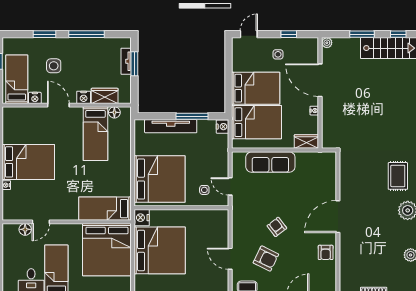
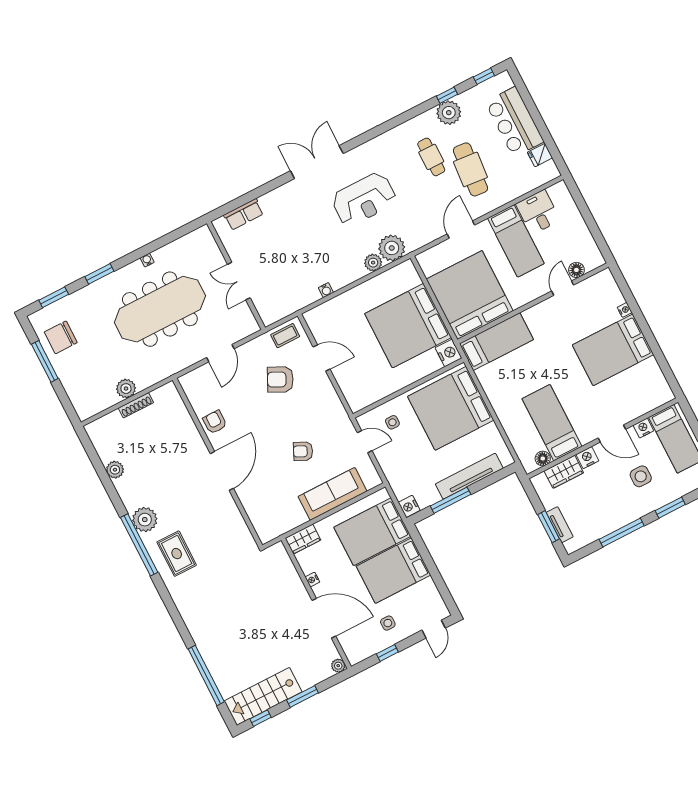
armchair: (277, 227) -> (303, 451), moved, turned 153

